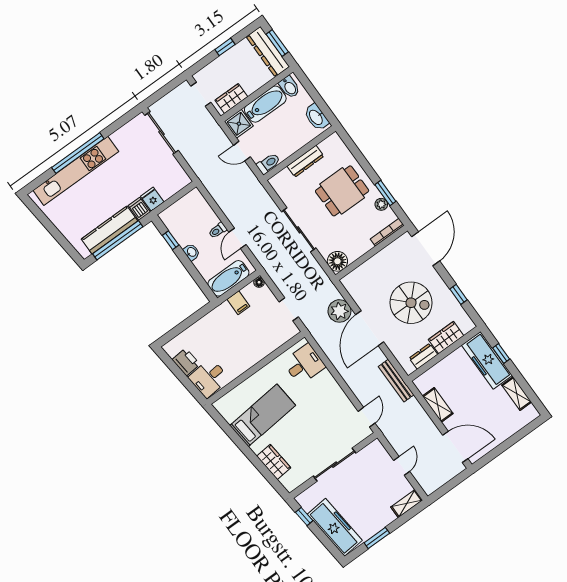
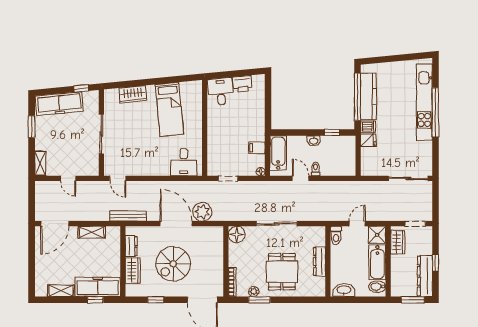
dresser: (268, 52) -> (425, 276), moved, turned -90

